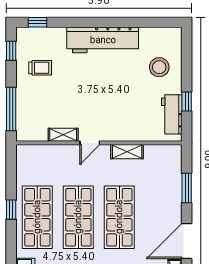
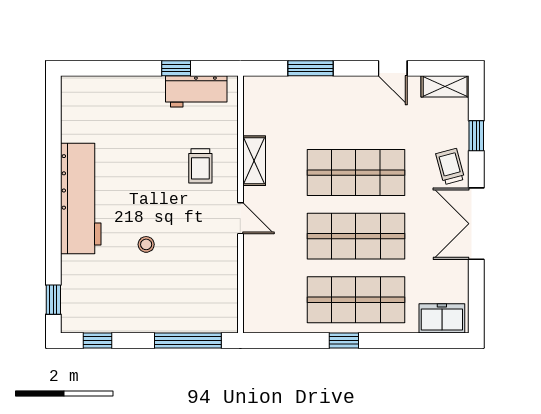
stool: (159, 67) -> (146, 244), moved, width x0.53, depth x0.53
trolley: (40, 68) -> (200, 166), moved, turned 180
shelving: (63, 135) -> (228, 260), removed
door: (187, 241) -> (393, 68), width x0.53

